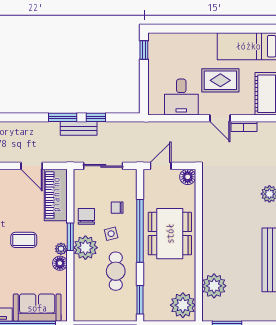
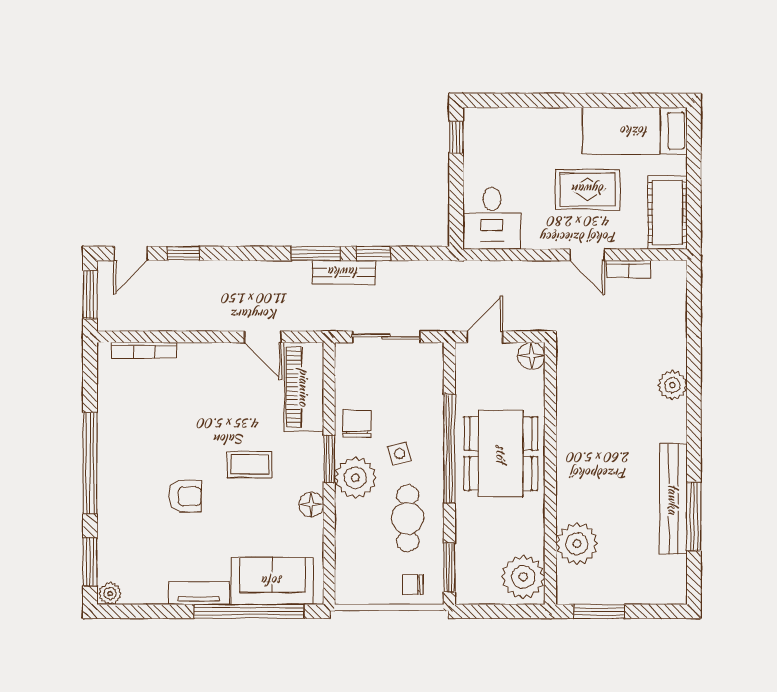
desk: (181, 97) -> (492, 218), moved
chair: (117, 208) -> (413, 584), moved
plant: (61, 249) -> (313, 480), removed

